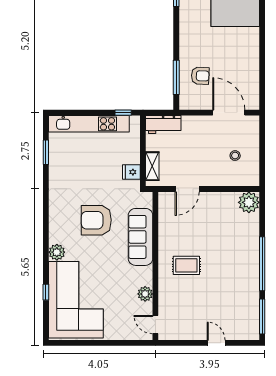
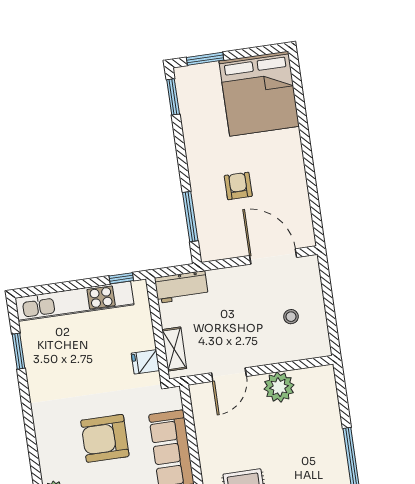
armchair: (200, 76) -> (238, 186), moved, turned -92
plant: (249, 202) -> (279, 387), moved

